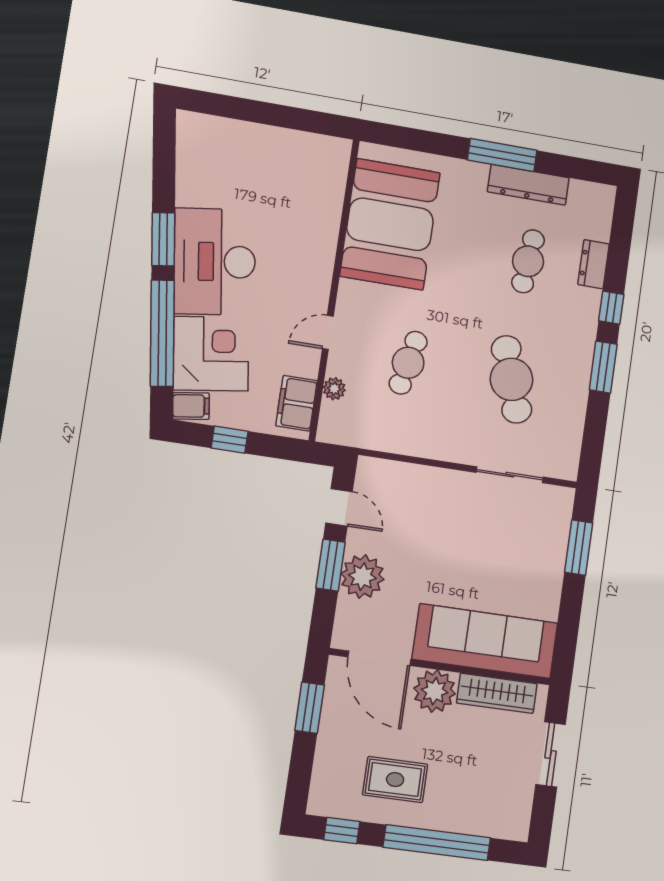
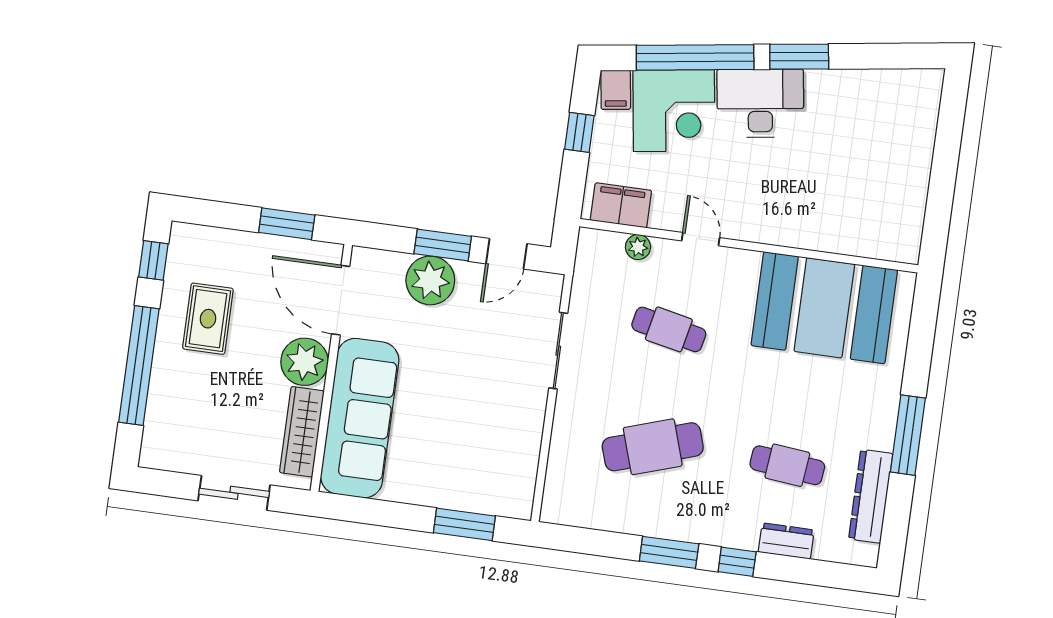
dresser: (528, 185) -> (871, 496), moved
desk: (215, 262) -> (760, 103), width x0.73, depth x0.77
sliding door: (510, 475) -> (558, 351), moved
door: (379, 658) -> (341, 300), hinge flipped

